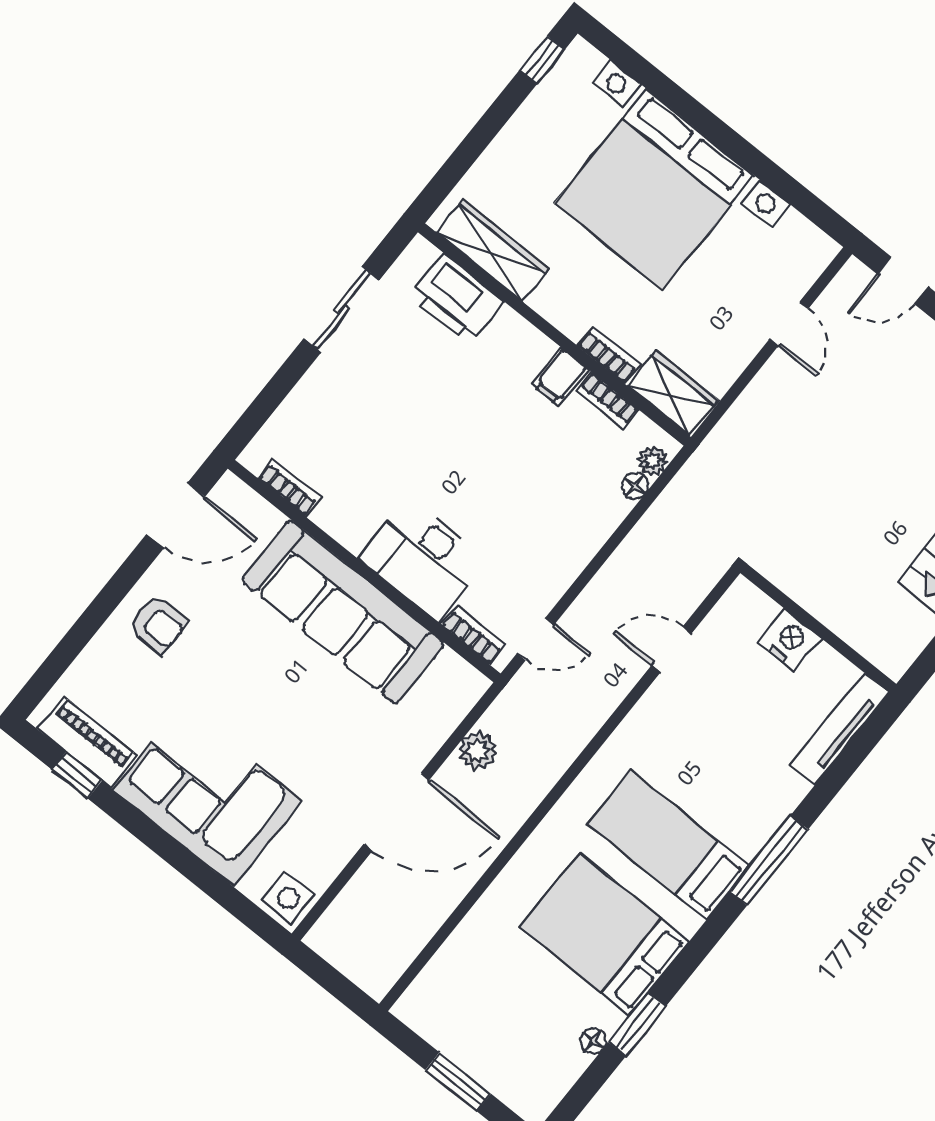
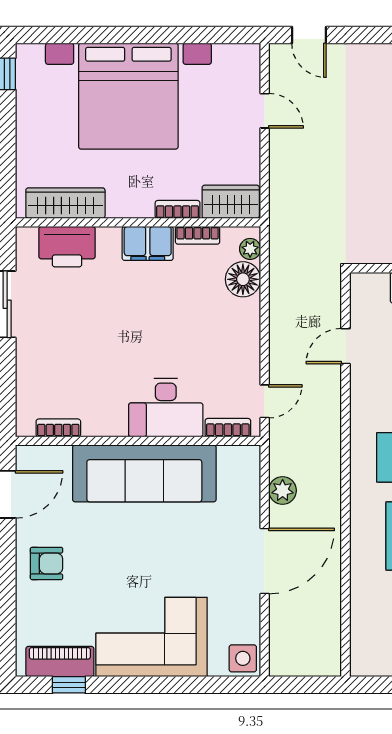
door: (903, 280) -> (309, 35), hinge flipped
filing cabinet: (560, 377) -> (148, 243), width x2.00
floor lamp: (635, 486) -> (243, 279), width x1.89, depth x1.89

